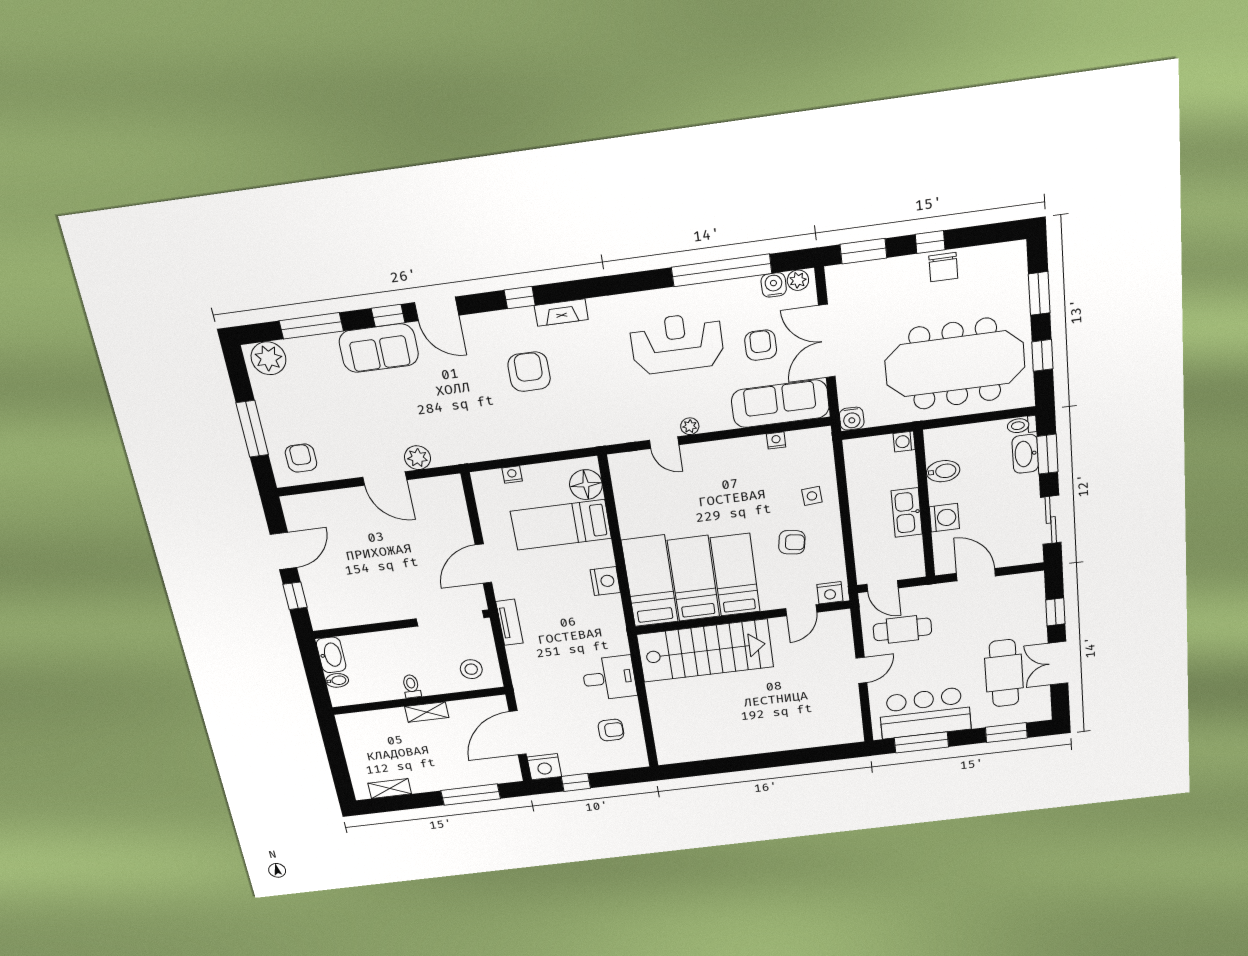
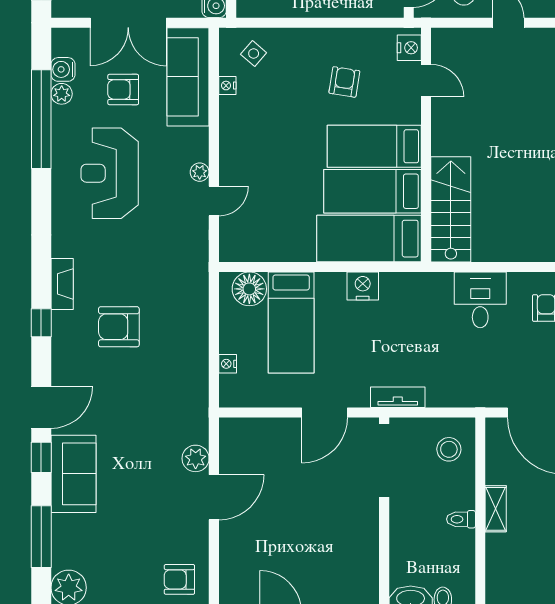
plant: (798, 280) -> (62, 94), moved
side table: (812, 496) -> (254, 54), moved, turned 45
door: (483, 564) -> (325, 413), hinge flipped
stairs: (705, 651) -> (451, 209), width x0.73, depth x0.66

